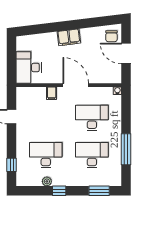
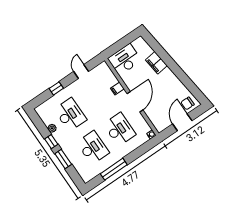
filing cabinet: (69, 37) -> (156, 63), moved
window: (12, 165) -> (56, 88), moved
window: (99, 191) -> (63, 159), moved

